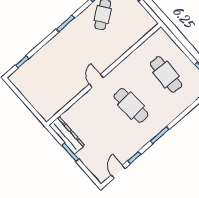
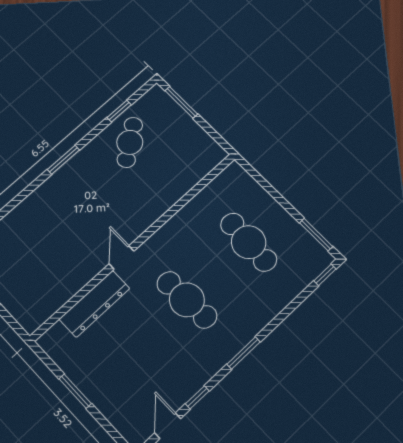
dresser: (67, 135) -> (94, 304), moved, turned 90

